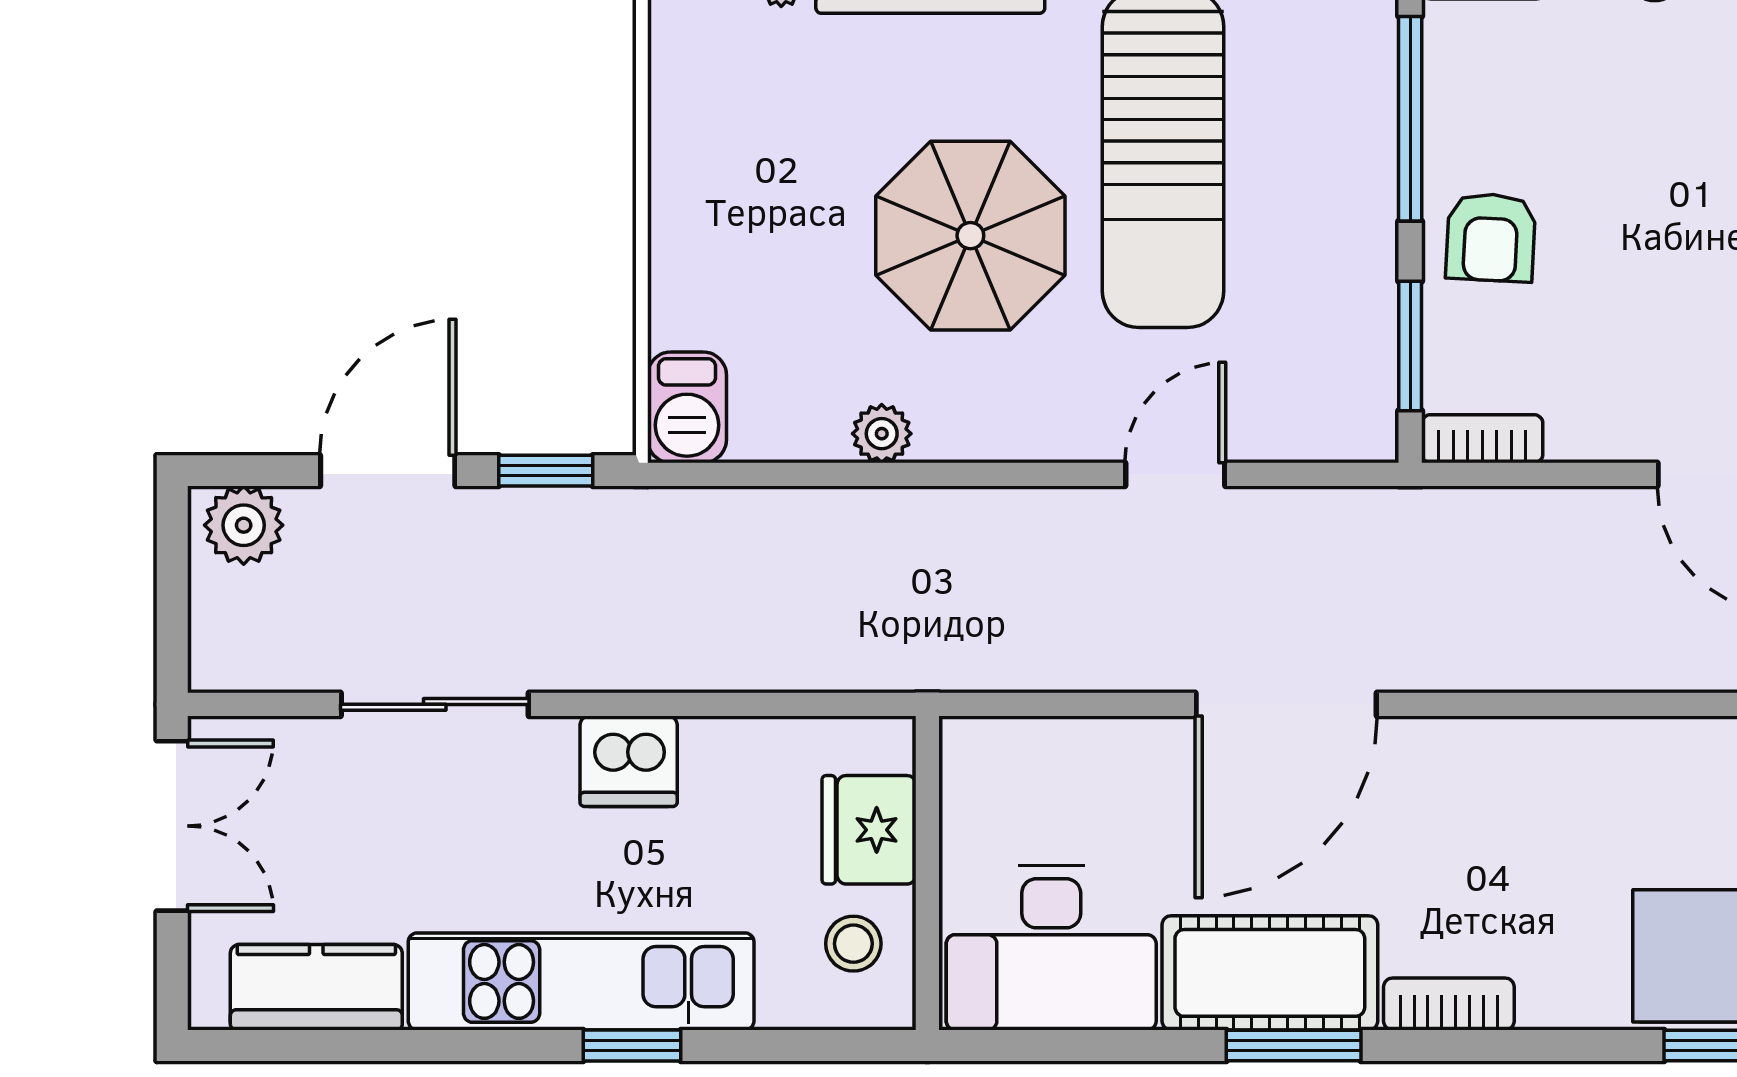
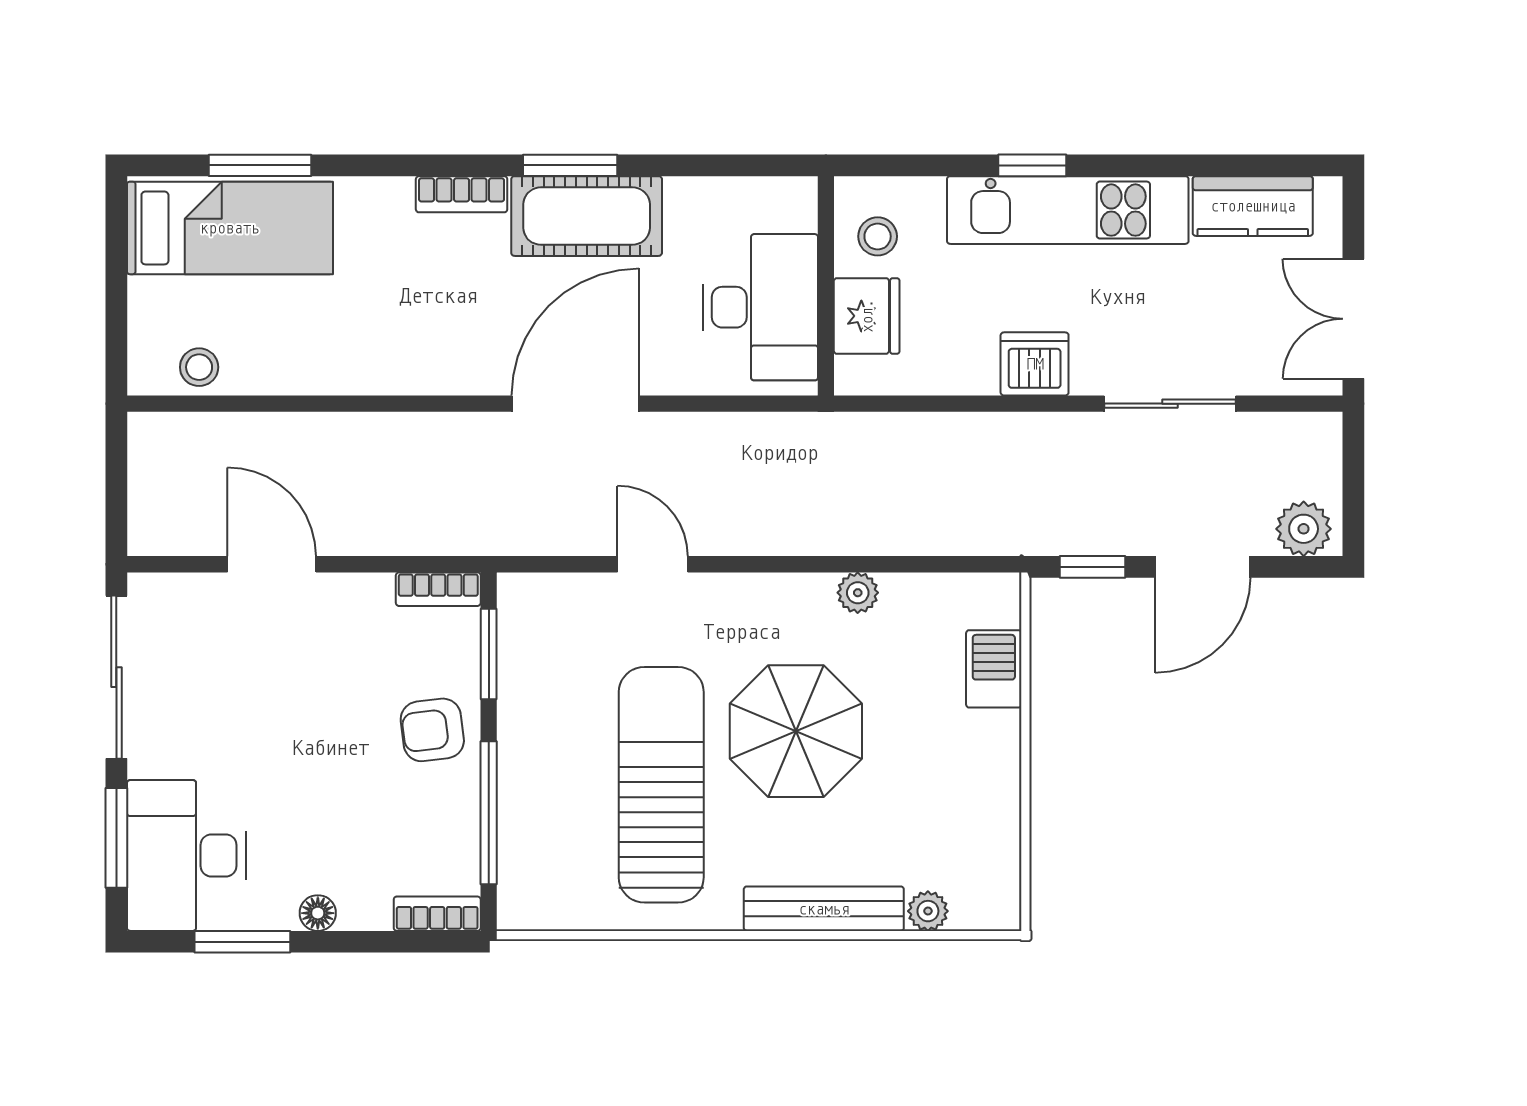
armchair: (1491, 237) -> (432, 730), turned -100
barbecue: (687, 407) -> (994, 669), moved
door: (1175, 474) -> (653, 564), swing flipped
desk: (1051, 948) -> (760, 307), moved, turned 90

